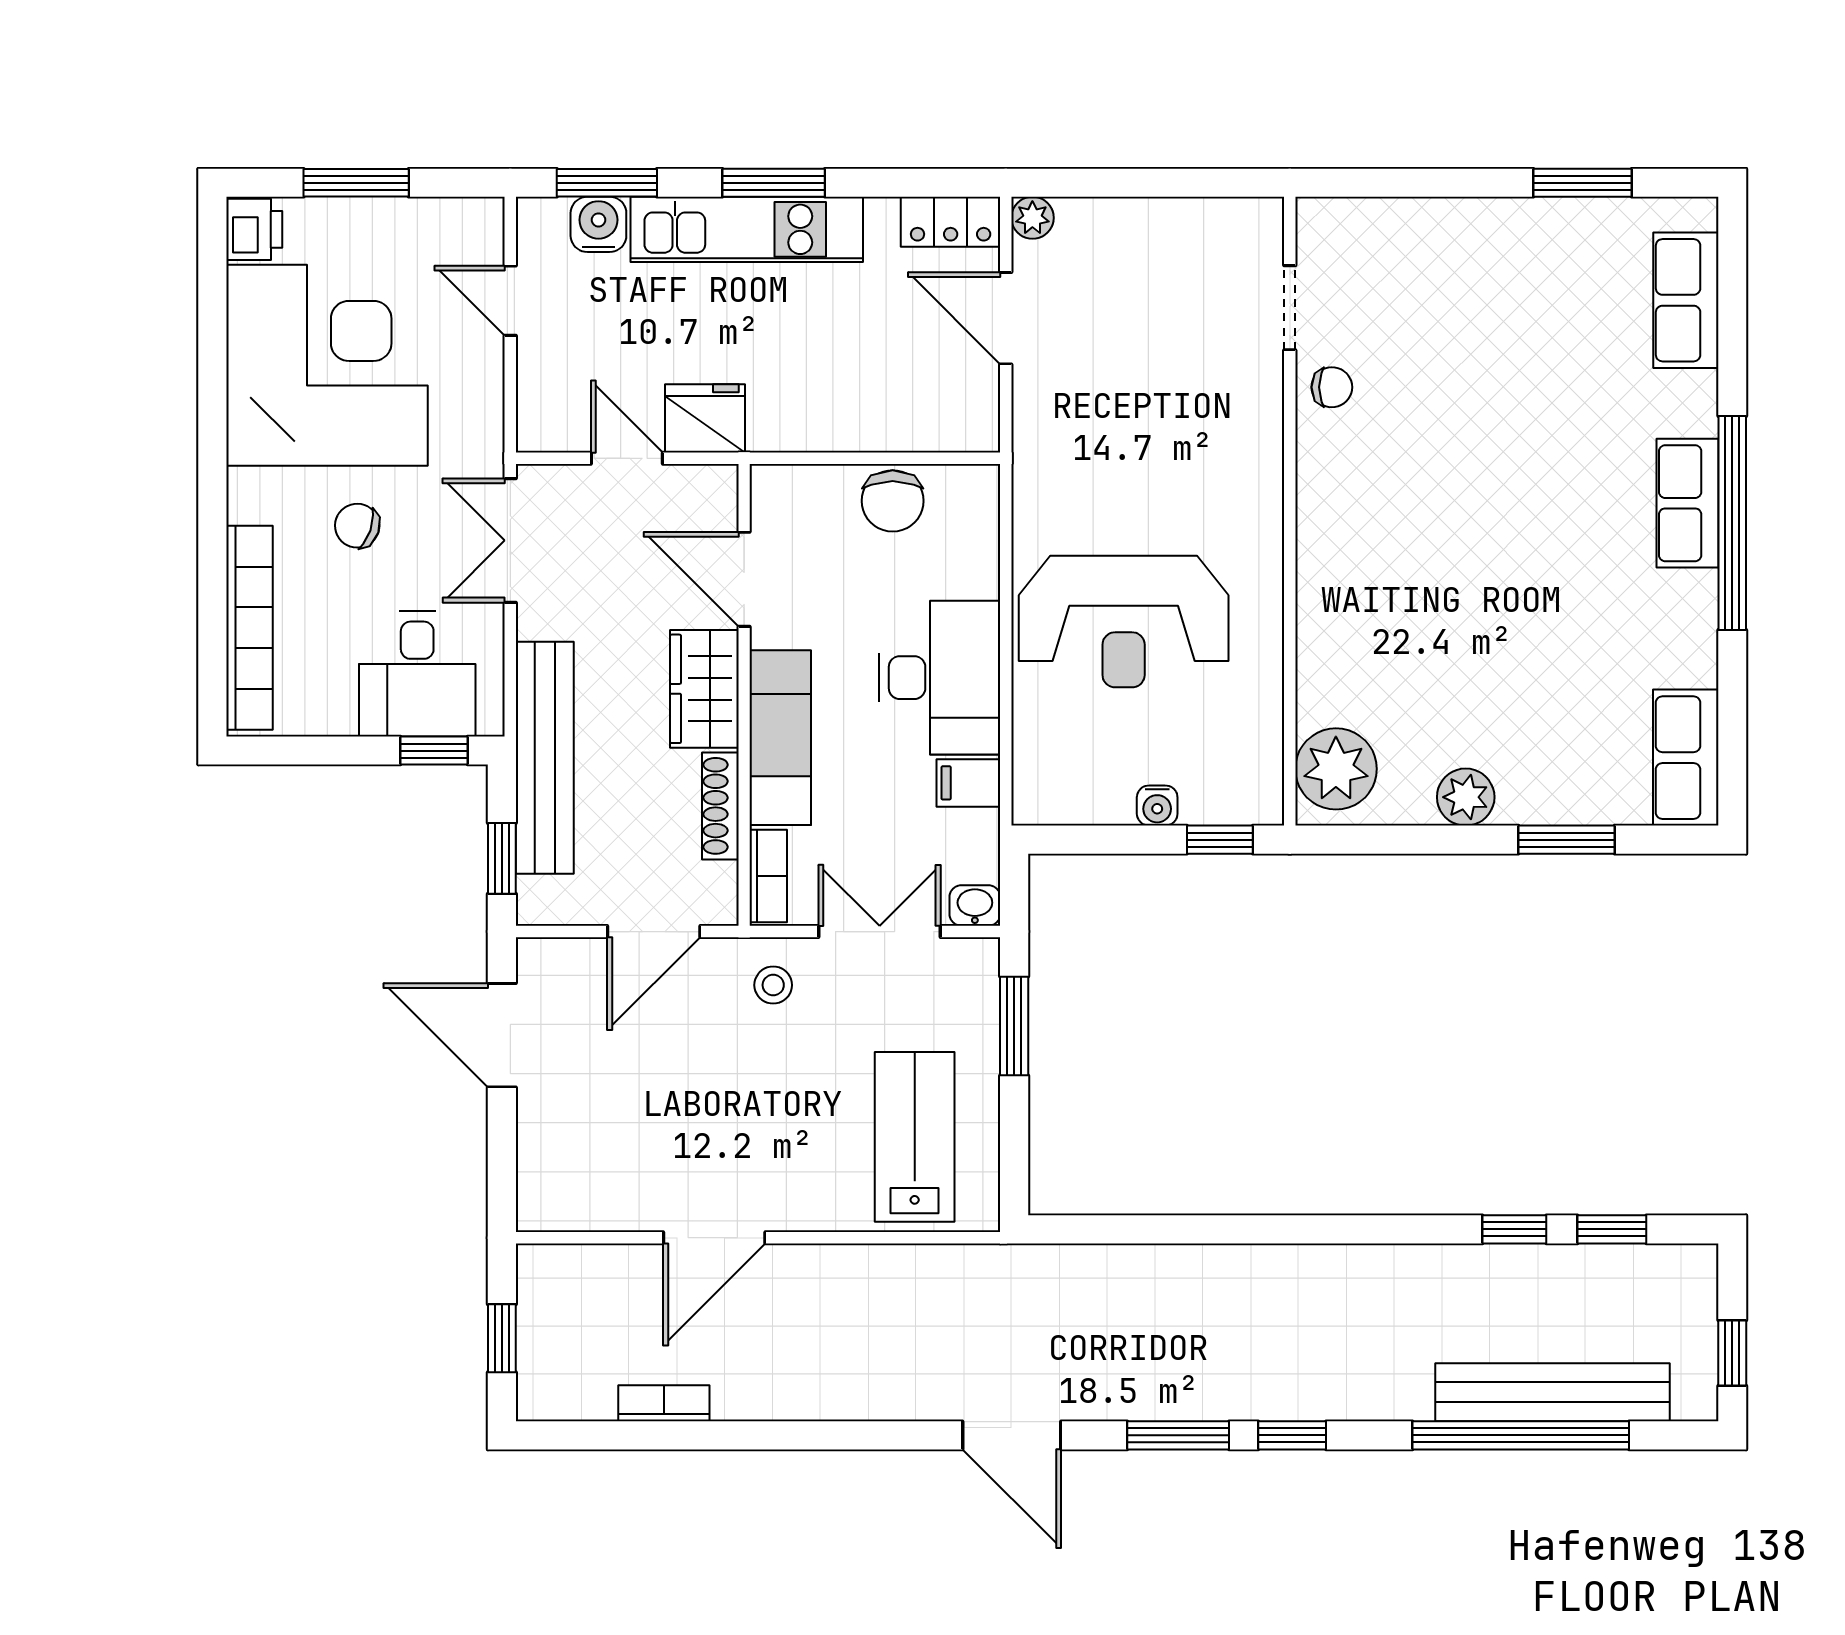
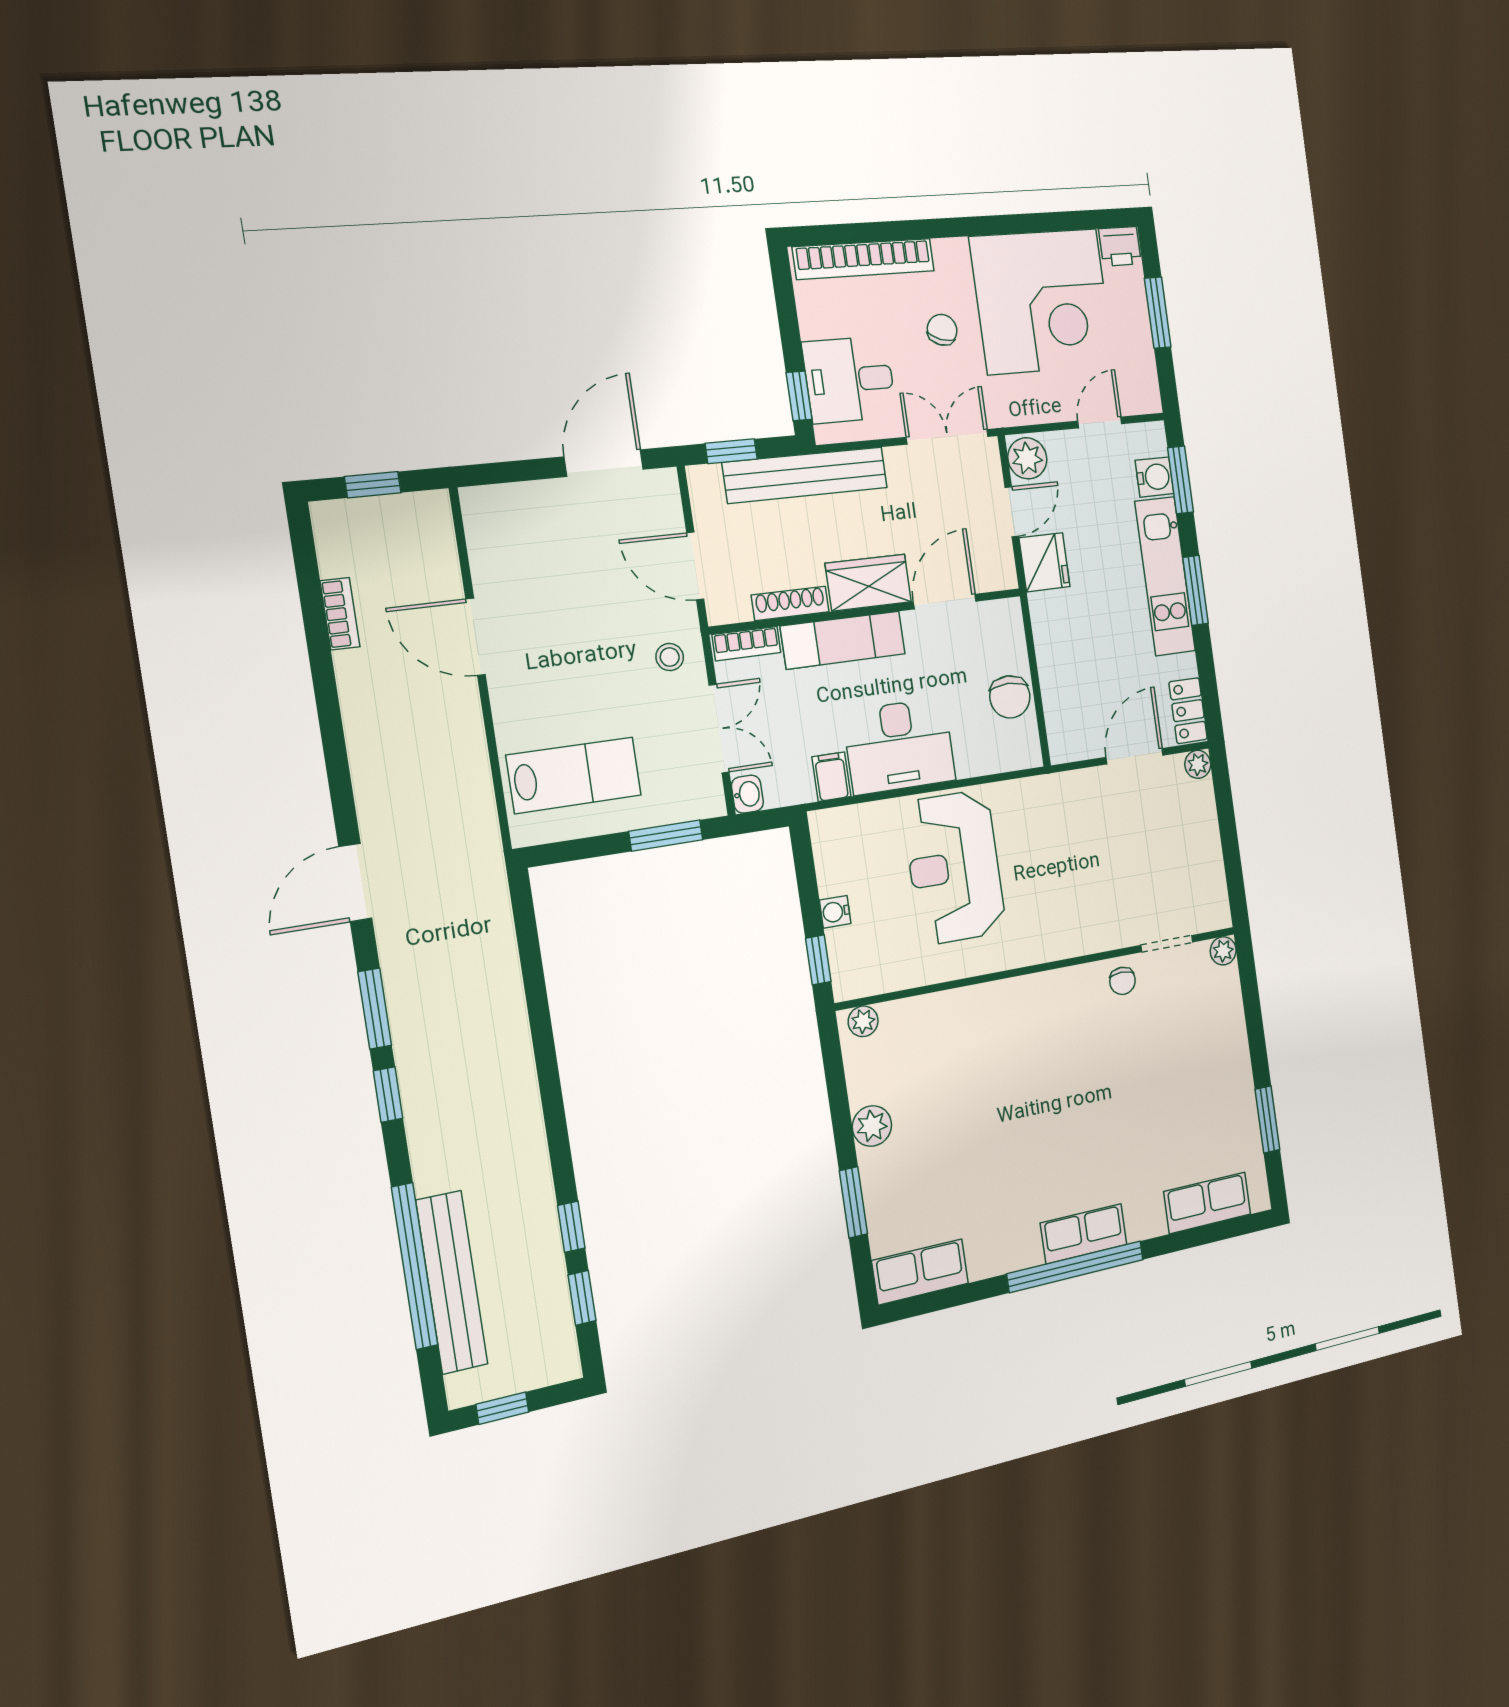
plant: (1317, 218) -> (1223, 951), added
plant: (552, 423) -> (1027, 458), added
chair: (893, 501) -> (1010, 697), turned -90
plant: (1336, 769) -> (863, 1021), width x0.53, depth x0.53

